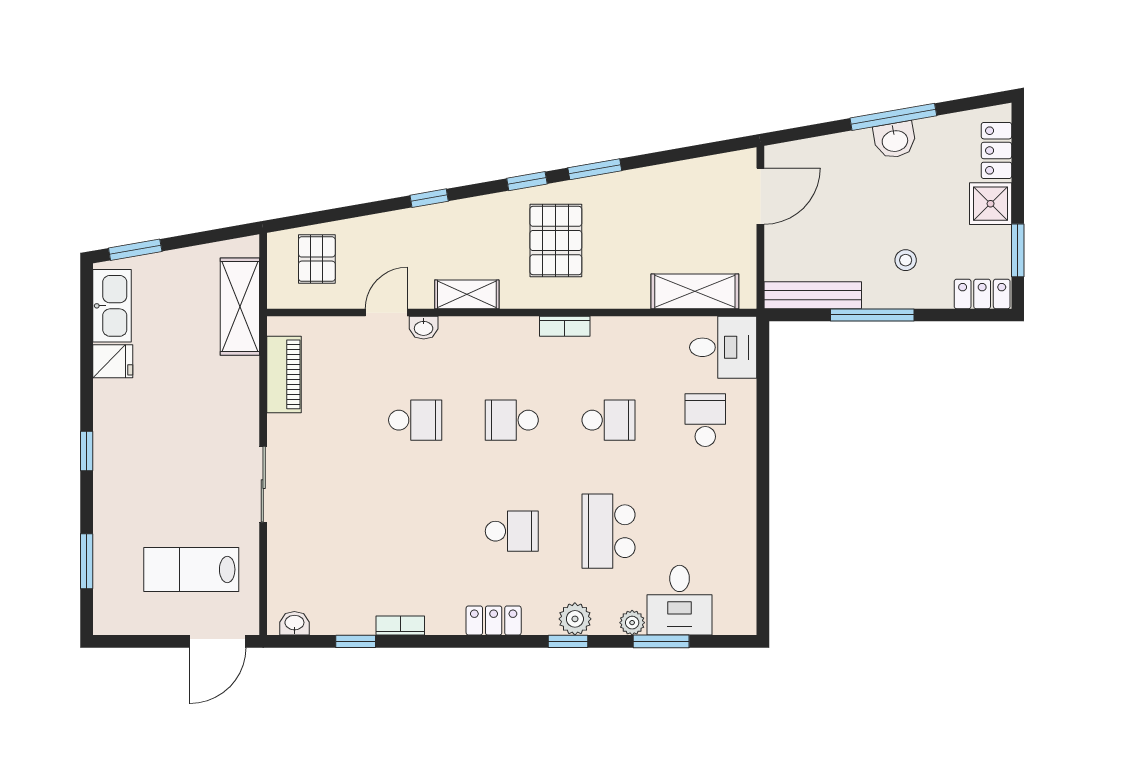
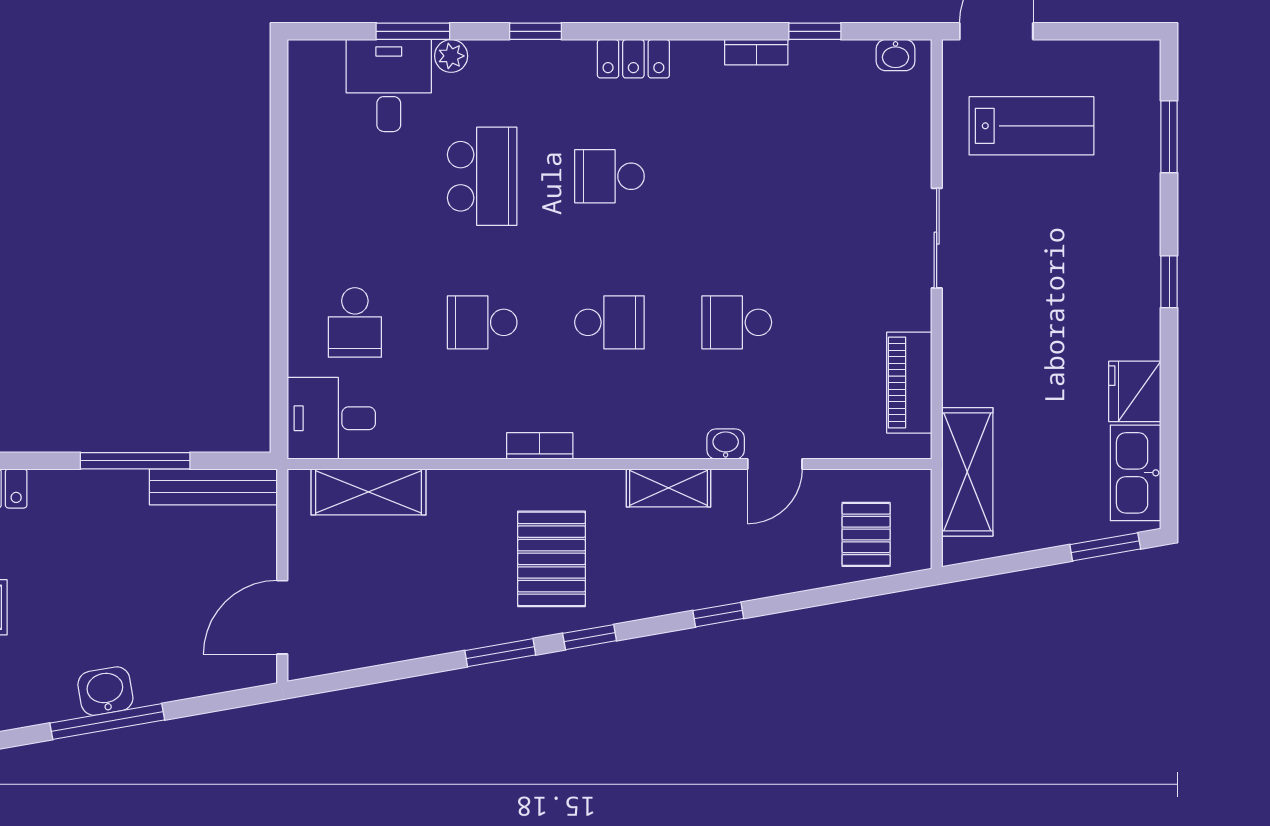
stool: (906, 260) -> (91, 533), removed
fridge: (113, 361) -> (1135, 391), width x1.38
plant: (575, 619) -> (526, 61), removed

